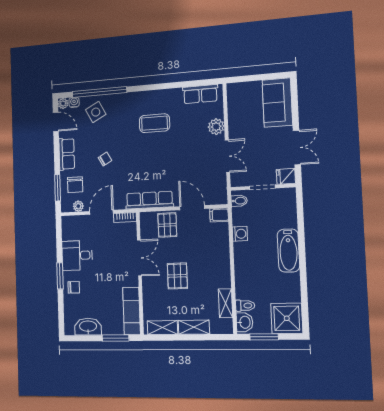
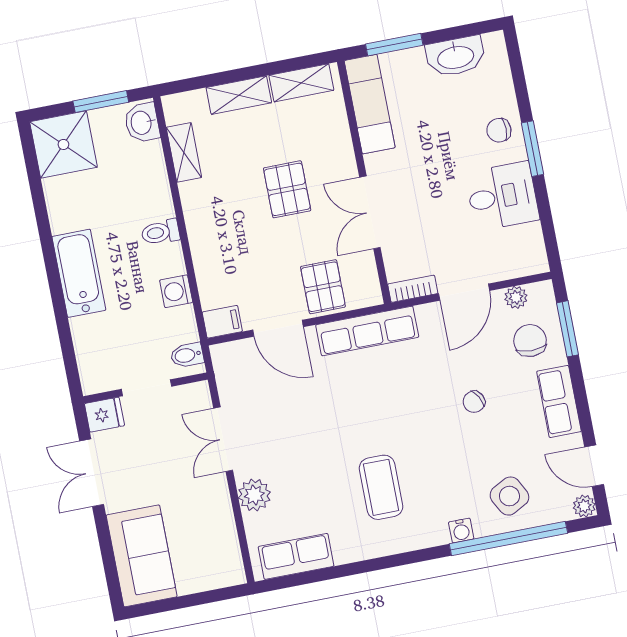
water cooler: (74, 102) -> (461, 530), moved
coffee table: (154, 123) -> (381, 487), turned 90
toilet: (245, 306) -> (160, 232), moved

